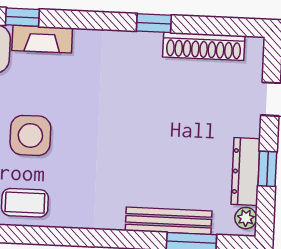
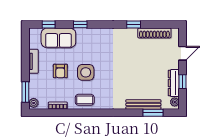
fireplace: (42, 39) -> (89, 33), removed

